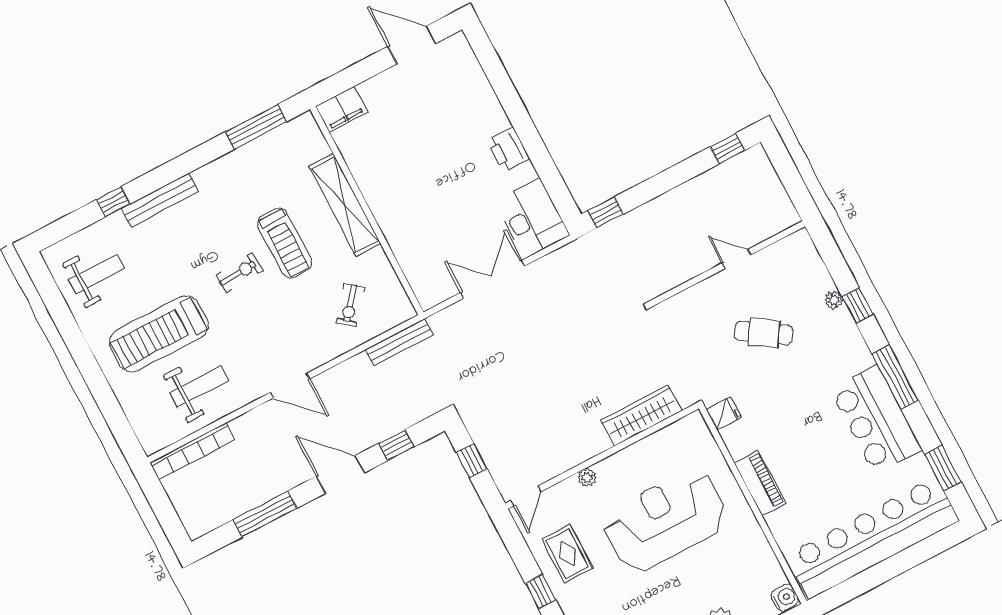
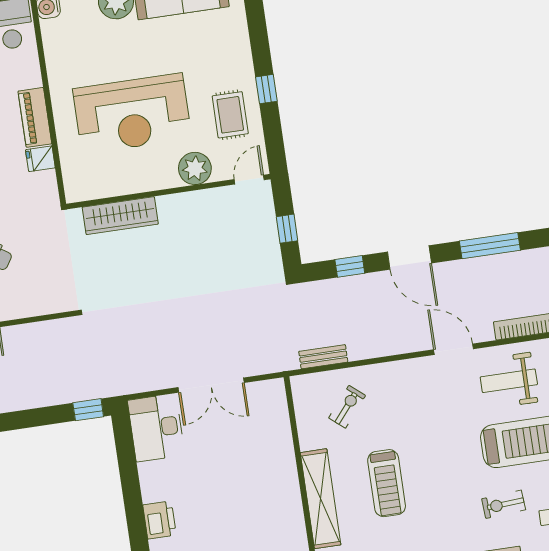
printer: (508, 149) -> (159, 520), moved
treadmill: (285, 243) -> (387, 483), turned 180
exercise bike: (239, 273) -> (504, 504), moved
bench: (399, 342) -> (323, 357), width x0.73
door: (290, 386) -> (454, 349), moved
fridge: (724, 413) -> (40, 159), moved
plant: (587, 477) -> (195, 168), width x1.88, depth x1.88

